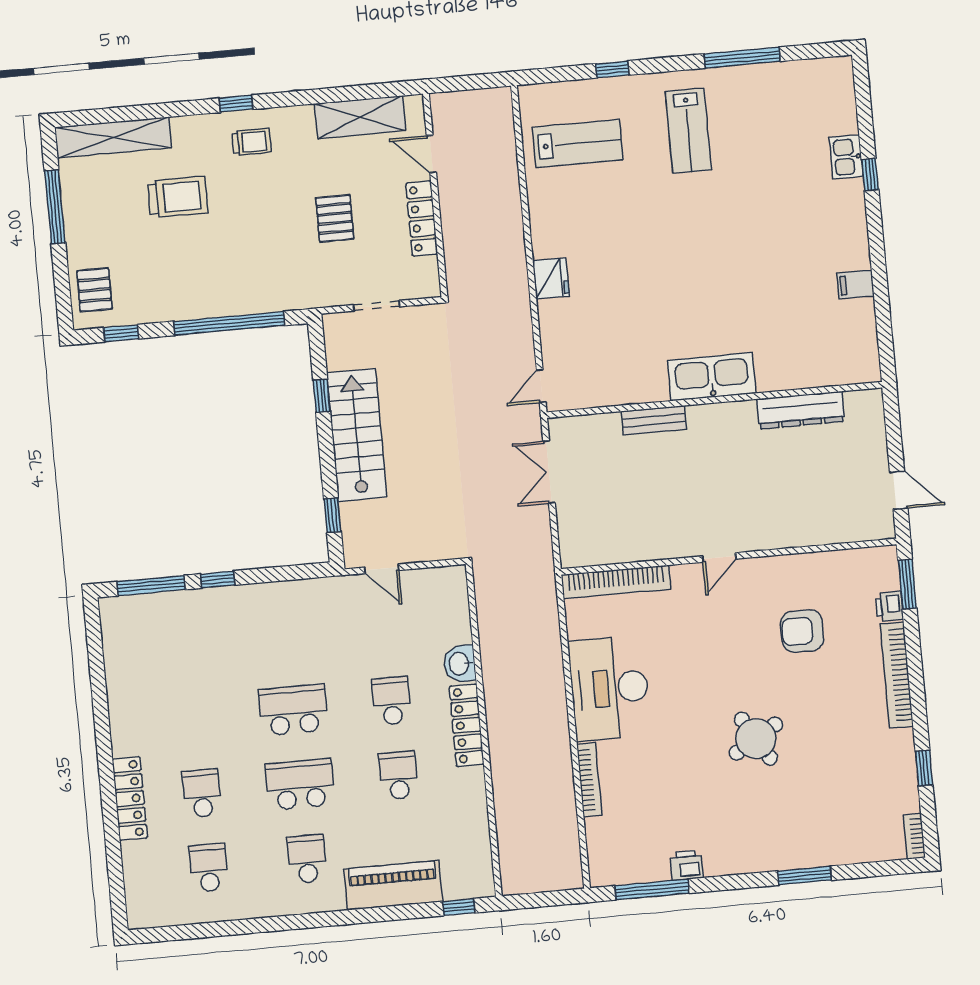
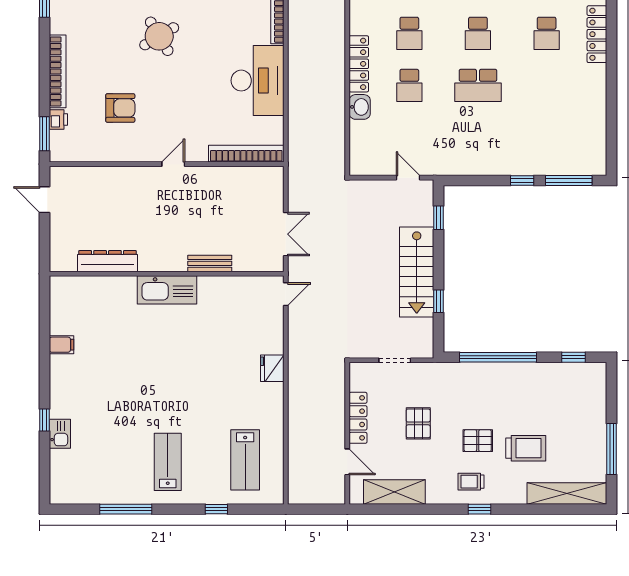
lab bench: (578, 144) -> (245, 460), turned -90
trolley: (178, 197) -> (526, 448), turned 180
pallet: (94, 290) -> (478, 441), moved, turned 90
school desk: (300, 784) -> (478, 33), width x0.54

